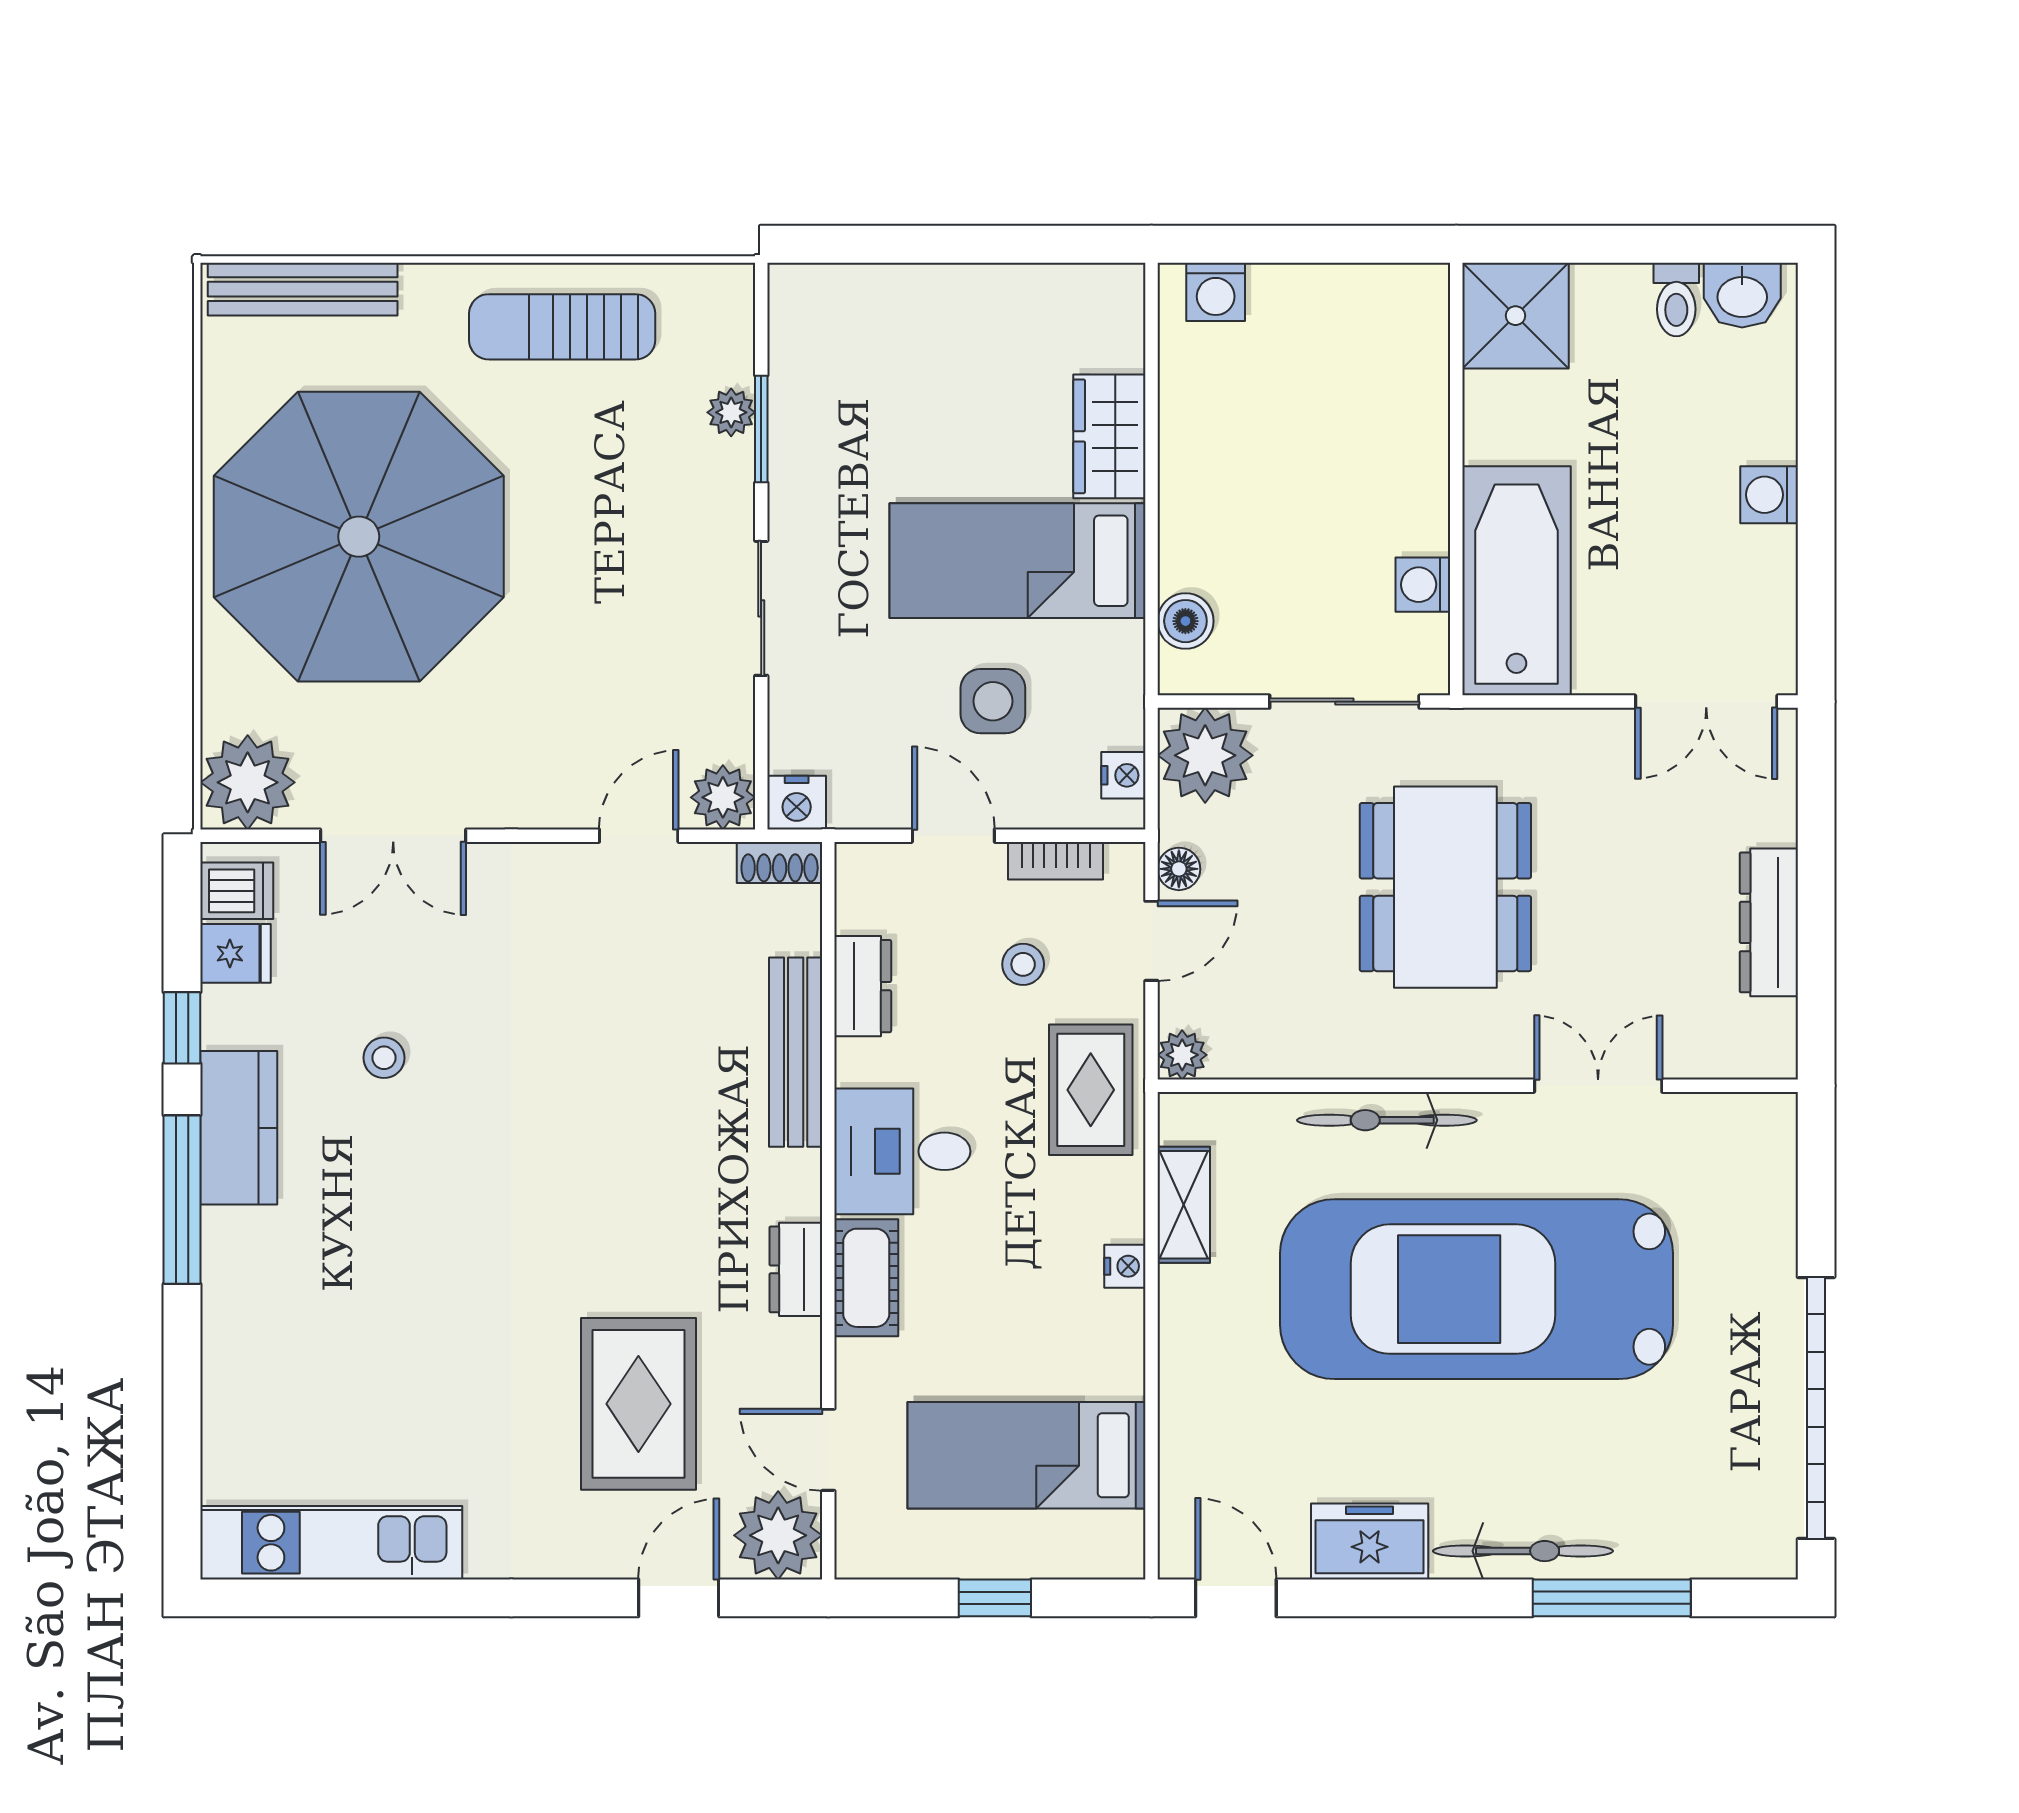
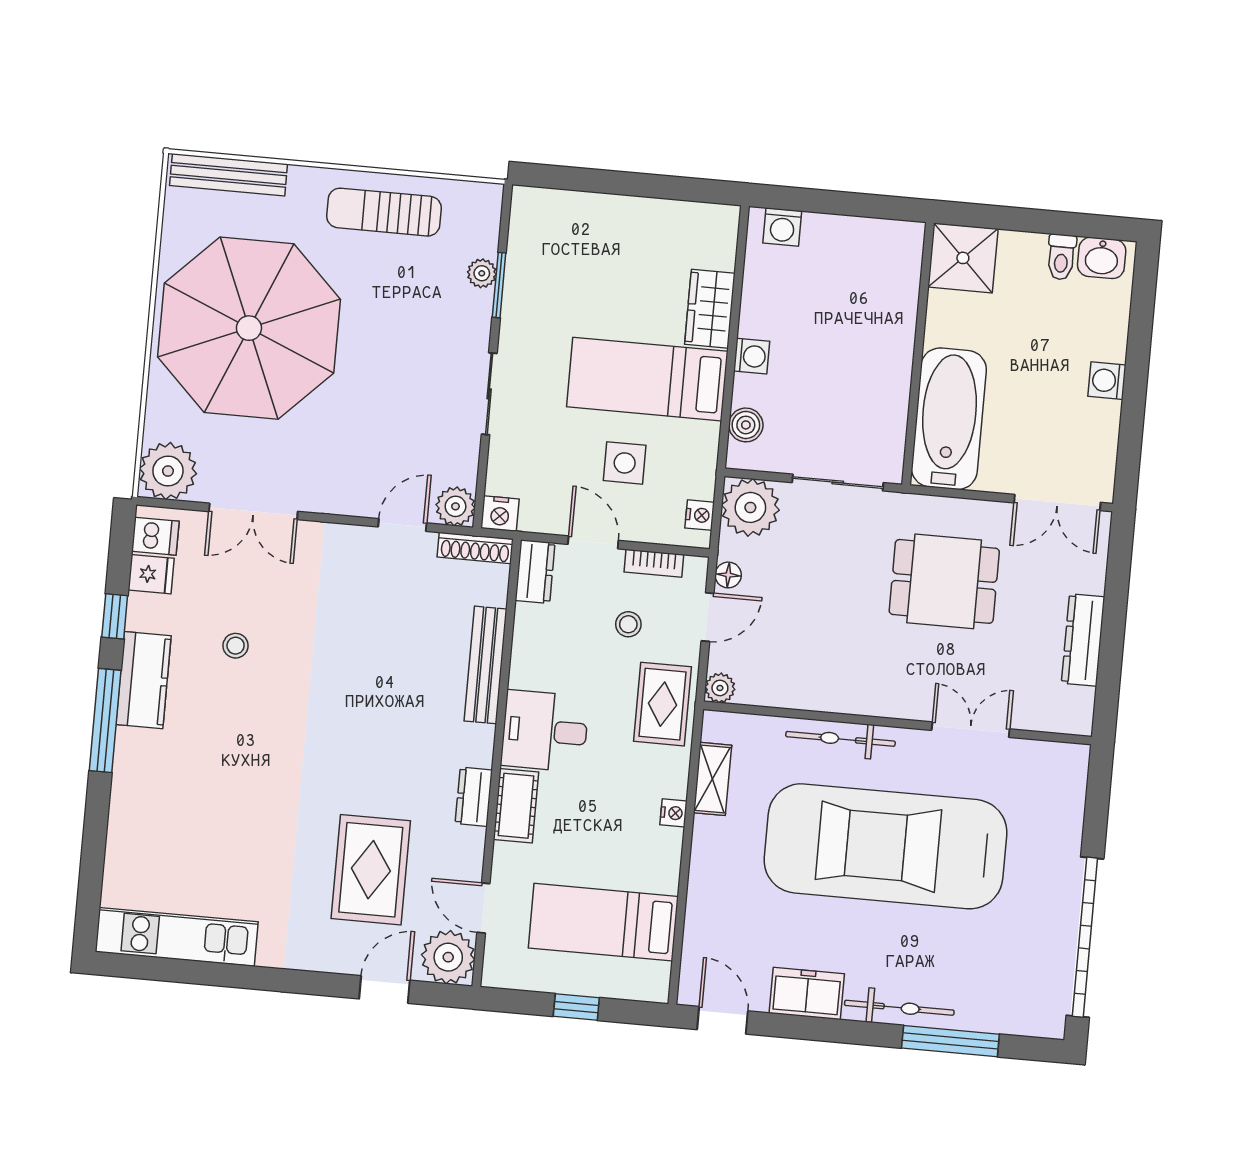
washing machine: (1423, 585) -> (752, 356), moved, turned 180
shoe rack: (780, 862) -> (475, 548), width x1.43
dining table: (1445, 887) -> (944, 581), moved, width x0.73
dresser: (863, 986) -> (535, 572), moved

